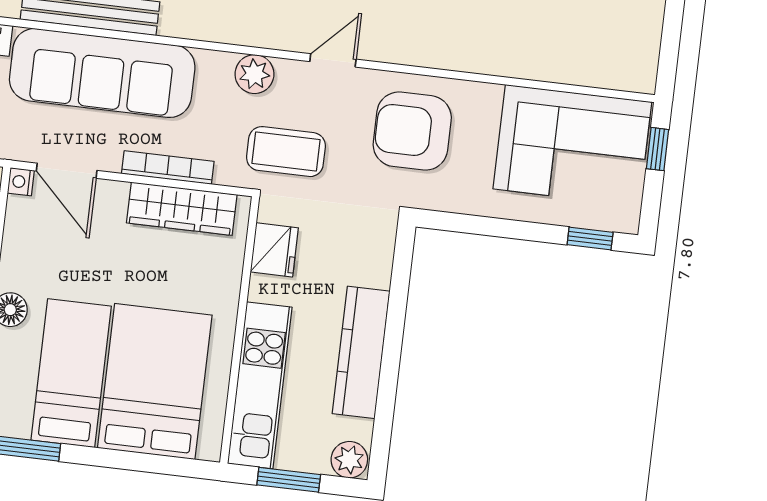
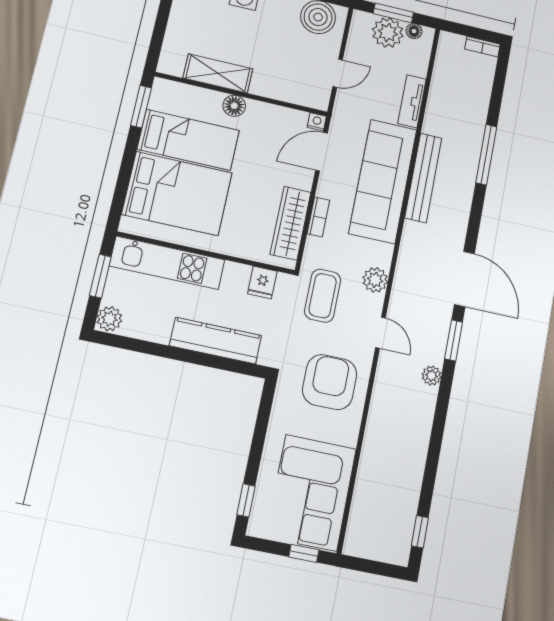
bookcase: (168, 168) -> (318, 217), width x0.64
fridge: (274, 250) -> (262, 283), width x0.72
kitchen counter: (361, 352) -> (216, 341), moved

